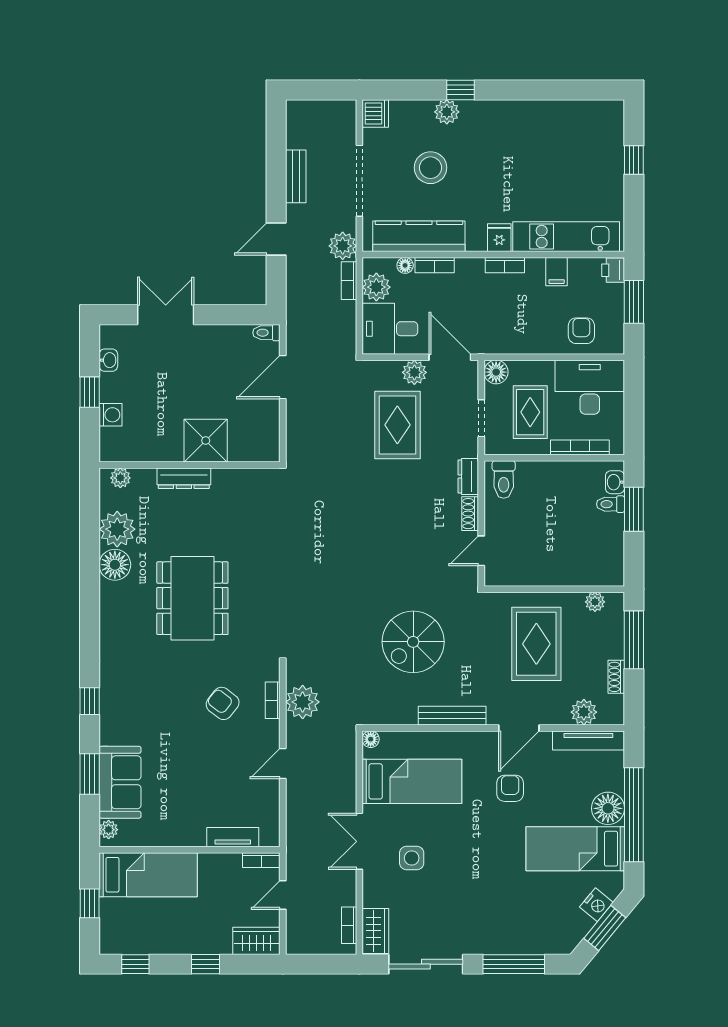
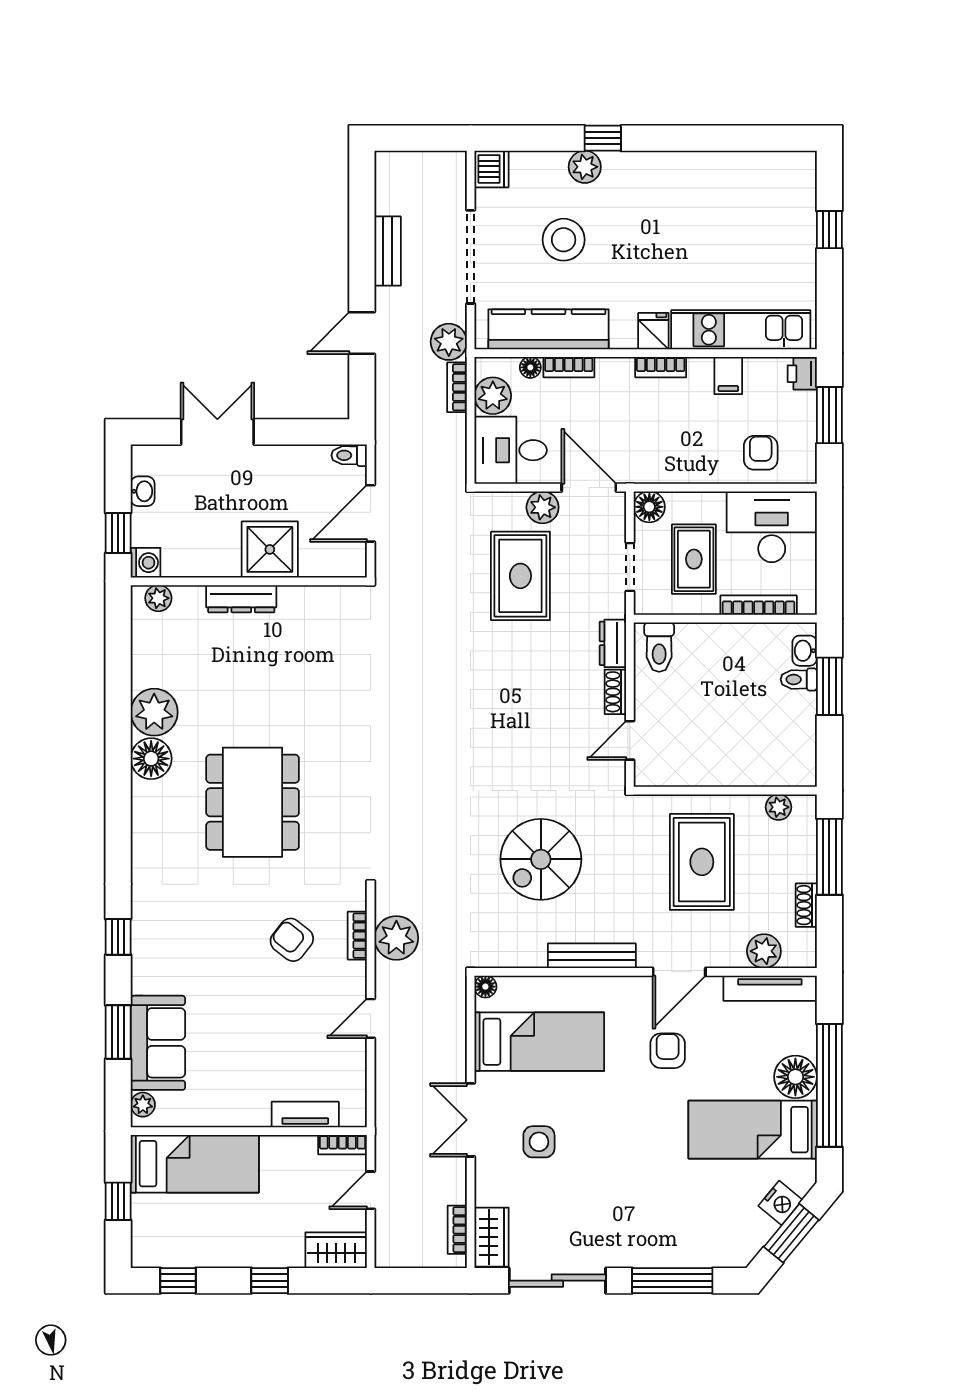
shower: (206, 441) -> (270, 549), moved
wall: (190, 465) -> (249, 581), moved
plant: (120, 478) -> (158, 598), moved
dresser: (184, 478) -> (241, 599), moved

